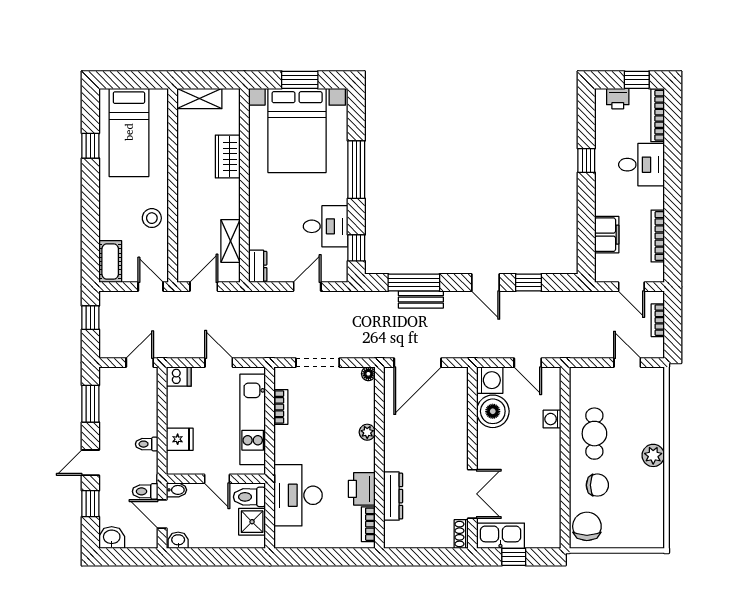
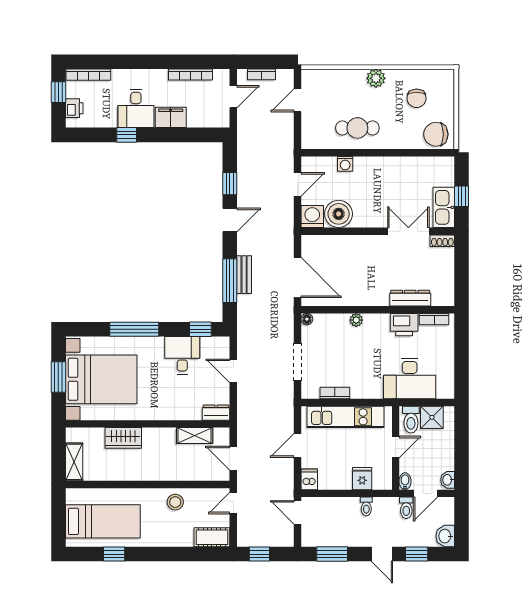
desk: (641, 165) -> (136, 108), moved, turned 180
filing cabinet: (607, 235) -> (171, 117), moved
chair: (597, 485) -> (417, 98), moved, turned 180

